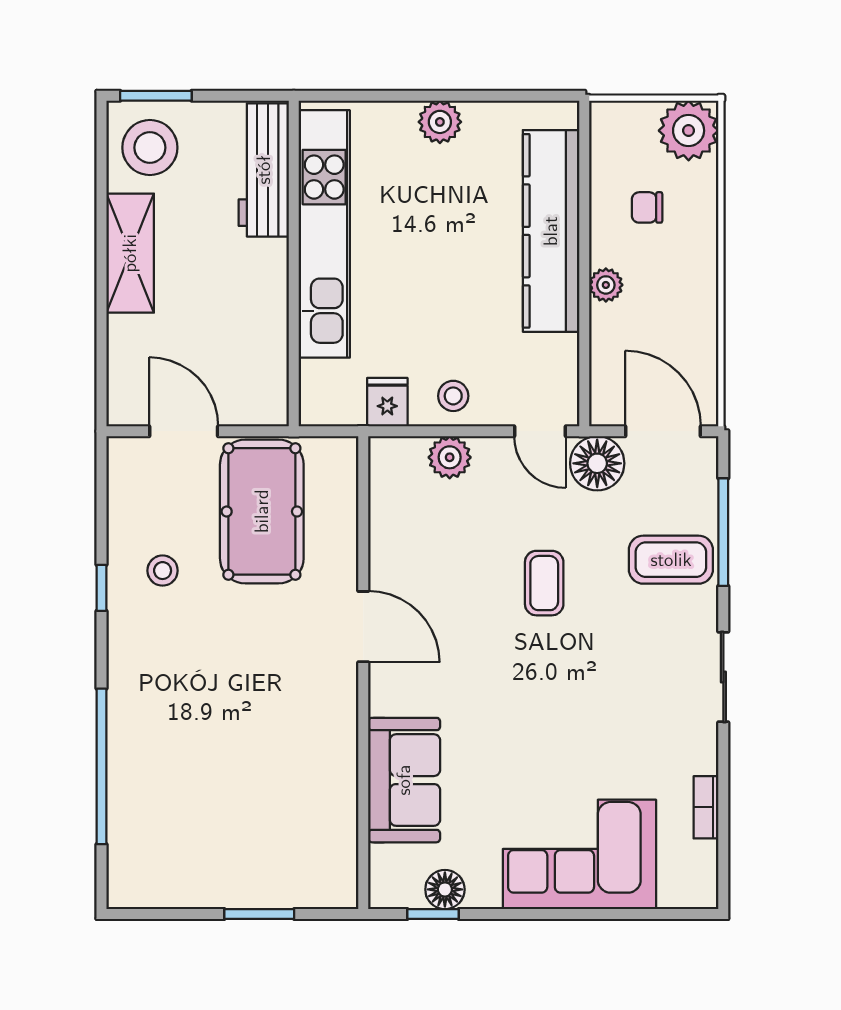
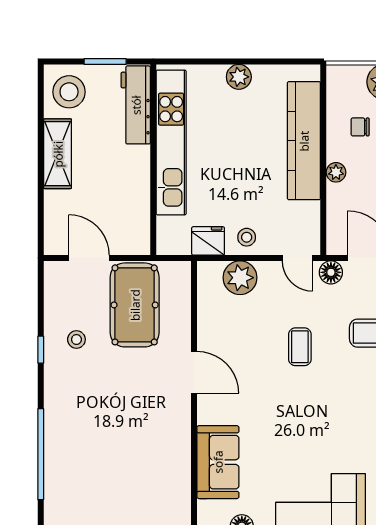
window: (156, 96) -> (105, 62), moved
fridge: (387, 402) -> (208, 241), width x1.38
plant: (450, 457) -> (240, 278), width x1.36, depth x1.36
floor lamp: (597, 463) -> (331, 272), width x0.73, depth x0.73

